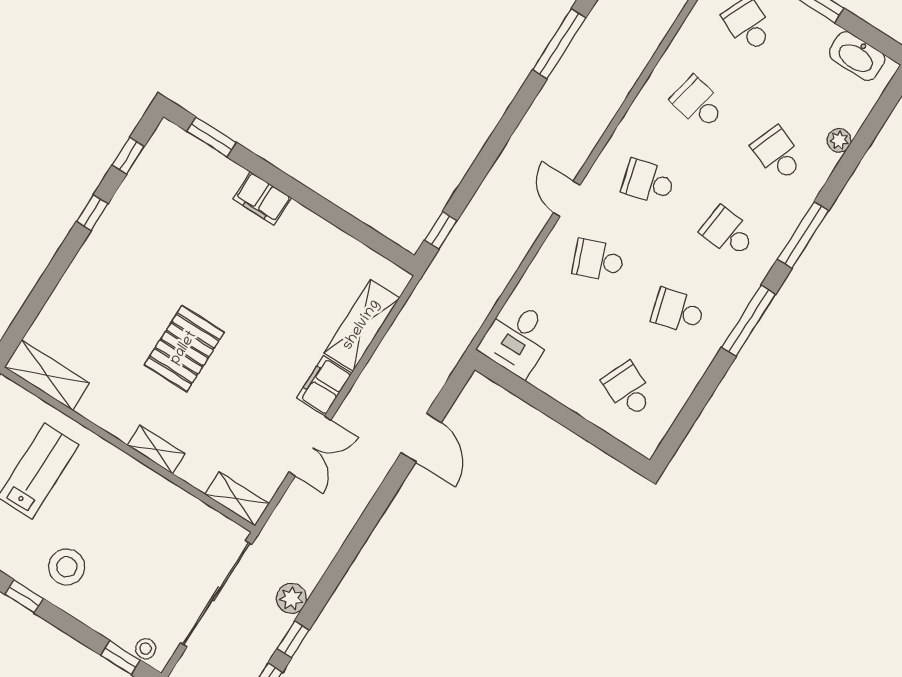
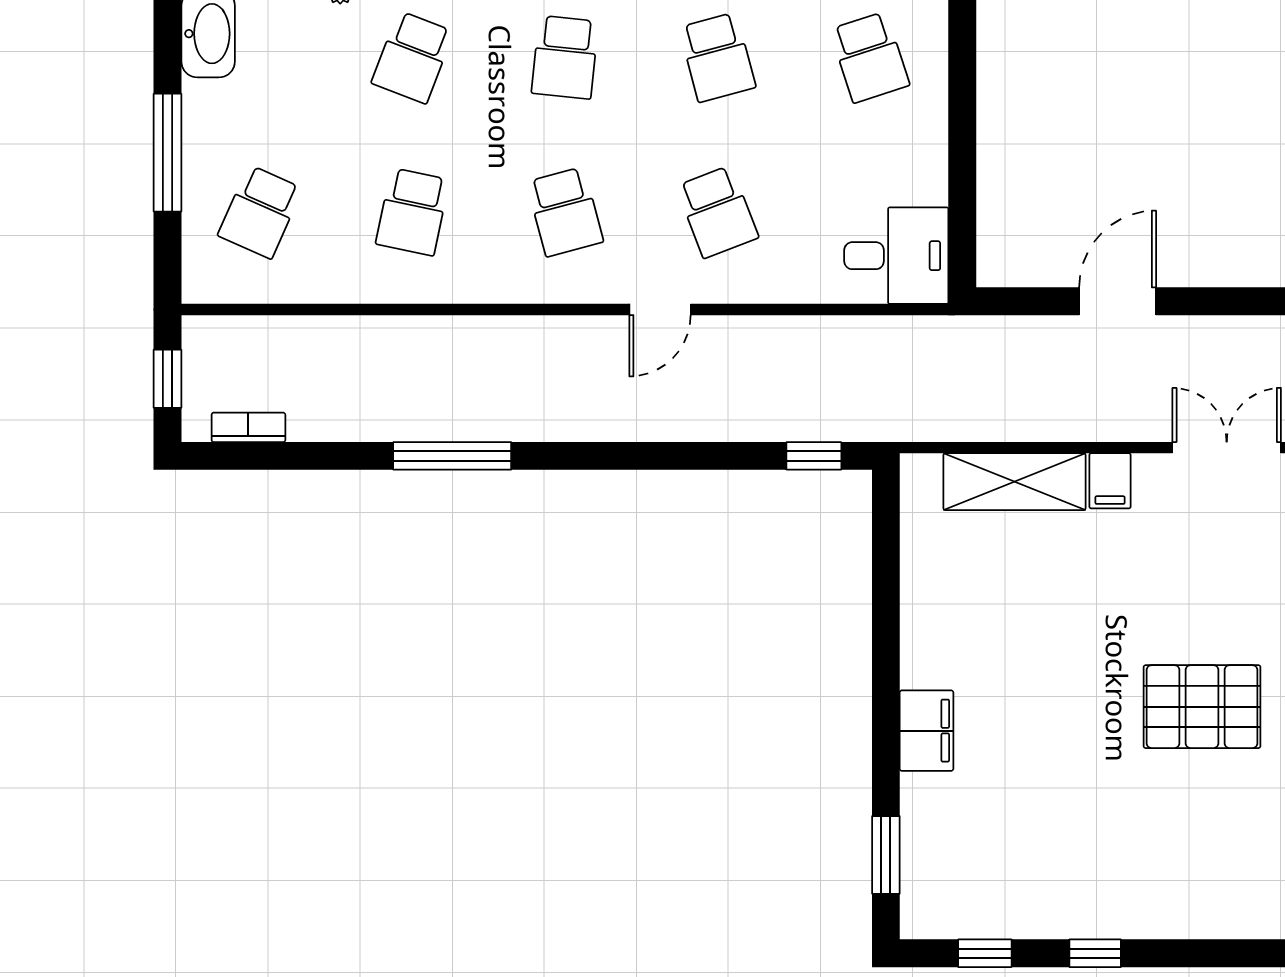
filing cabinet: (324, 386) -> (1110, 481), width x0.50
school desk: (628, 390) -> (870, 57), turned -42

